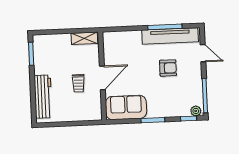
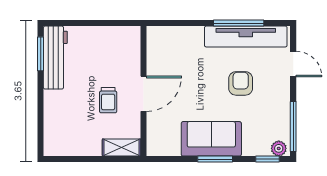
shelving: (84, 38) -> (121, 148), moved
armchair: (168, 68) -> (241, 83), turned -90
workbench: (43, 97) -> (55, 58), moved
sofa: (126, 107) -> (211, 139), moved

